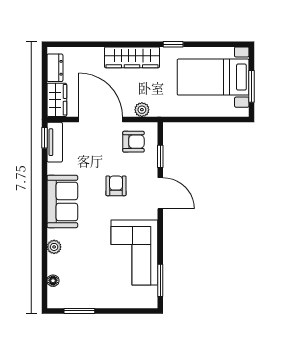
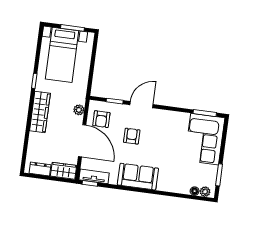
door: (101, 120) -> (82, 141), swing flipped
armchair: (133, 142) -> (101, 119), turned 180
armchair: (116, 186) -> (132, 136), turned 90
plant: (54, 247) -> (205, 192), moved
corner sofa: (134, 253) -> (205, 139), moved, turned 90

